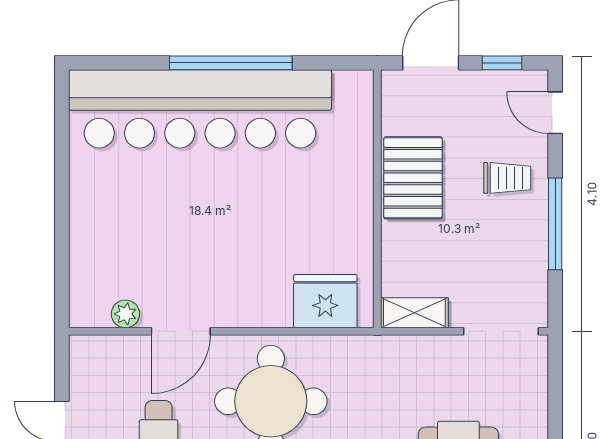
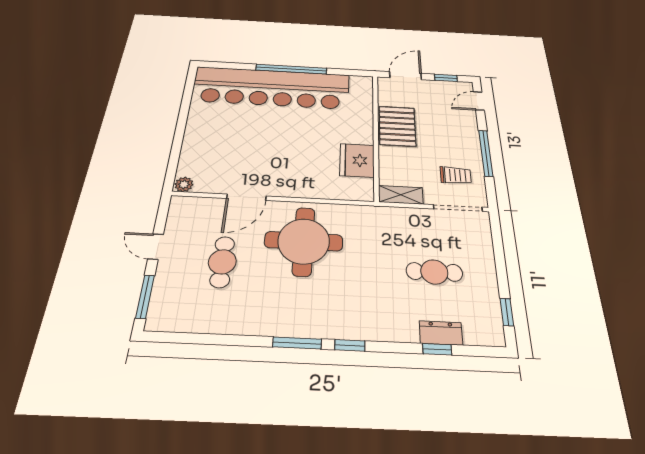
door: (555, 113) -> (479, 101), hinge flipped
trolley: (507, 178) -> (456, 175), moved
fridge: (325, 301) -> (357, 160), moved, turned -90
plant: (125, 314) -> (184, 184), moved

